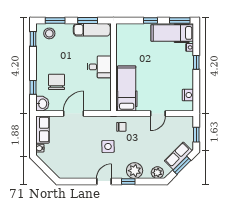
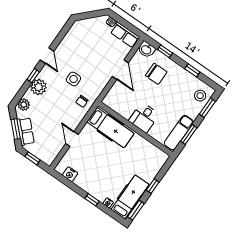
window: (33, 39) -> (192, 70), moved

